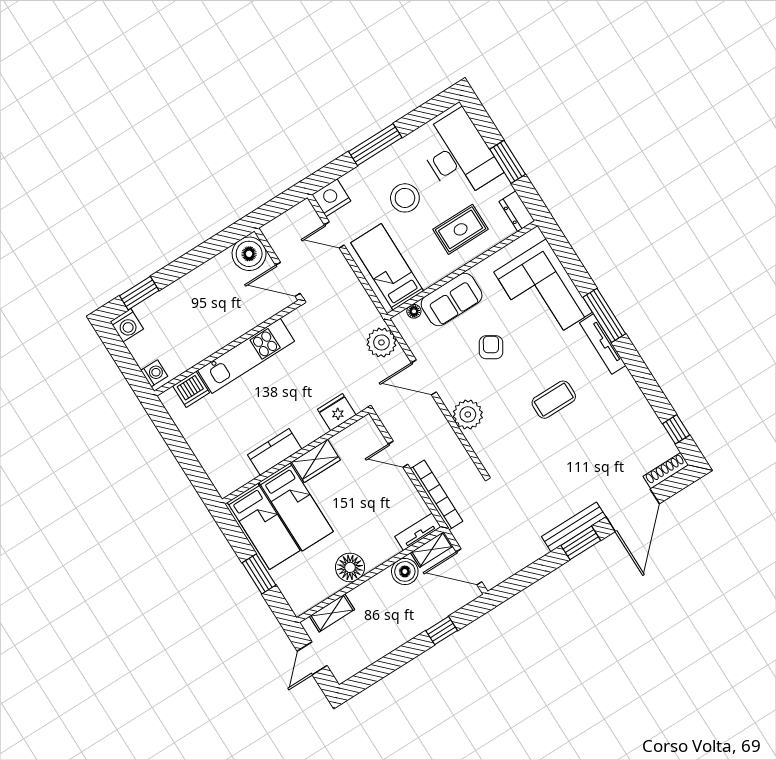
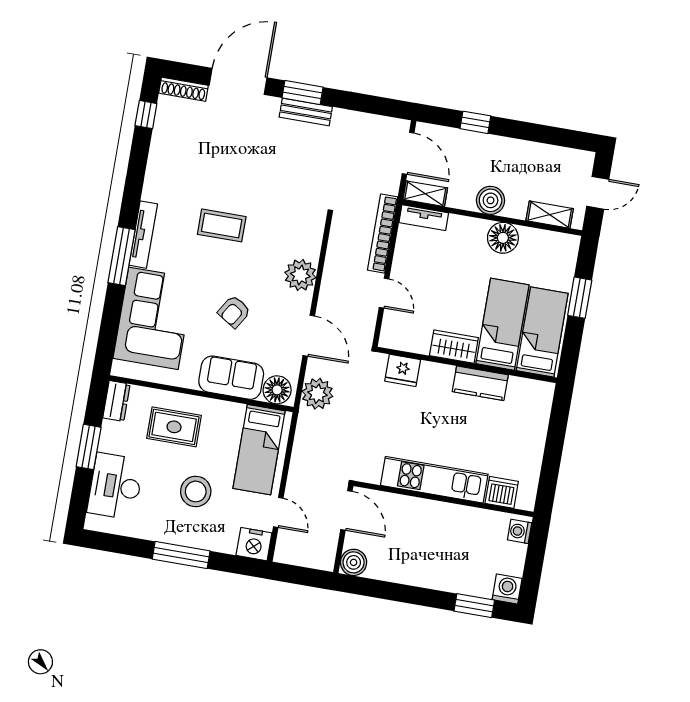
desk: (458, 155) -> (115, 486), width x0.73, depth x0.77
boiler: (249, 254) -> (354, 562), width x0.73, depth x0.73
floor lamp: (414, 311) -> (277, 390), width x1.89, depth x1.89
bench: (574, 527) -> (306, 112), width x0.73
boiler: (405, 571) -> (491, 200), moved

